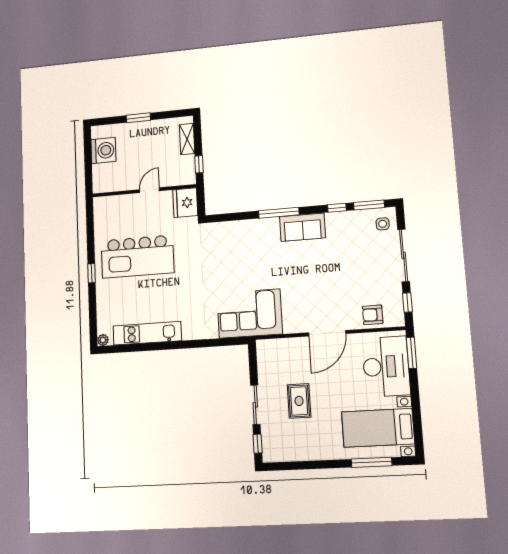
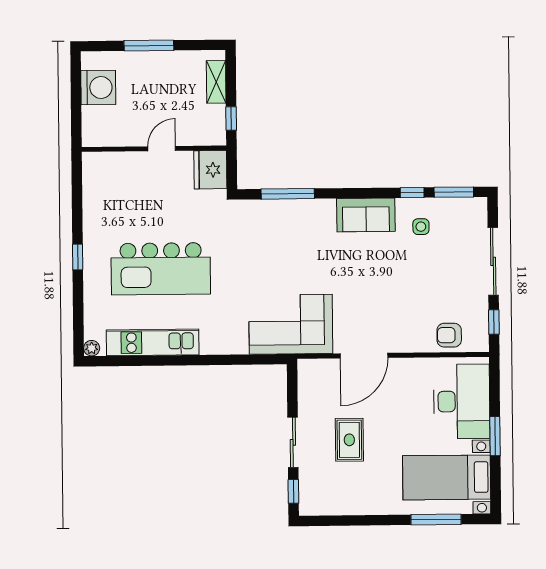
window: (138, 118) -> (149, 46), width x1.44
window: (279, 213) -> (288, 194), moved
side table: (383, 224) -> (421, 227), moved
kitchen island: (137, 257) -> (161, 269), moved
door: (327, 333) -> (364, 356), moved
window: (412, 353) -> (495, 436), moved

